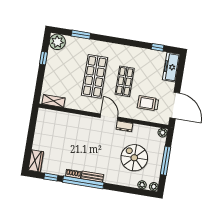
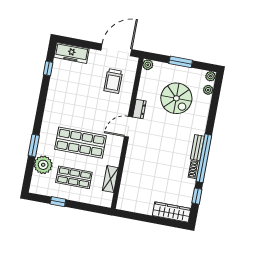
window: (81, 35) -> (34, 146), moved
plant: (57, 42) -> (43, 165), moved
shop shelf: (125, 81) -> (74, 177), moved
shelving: (53, 101) -> (110, 179), moved
spiral stairs: (134, 158) -> (176, 98), turned -90
wardrobe: (36, 161) -> (172, 212), width x1.50
window: (166, 161) -> (181, 62), width x0.69

